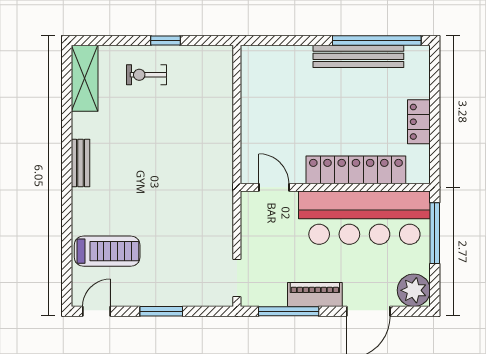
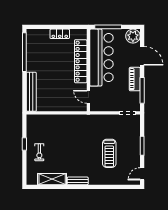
bench: (358, 56) -> (31, 92), moved
shelving: (85, 78) -> (52, 179), moved
door: (274, 187) -> (88, 97), hinge flipped
treadmill: (107, 251) -> (109, 153), moved, turned 180
door: (97, 311) -> (142, 174), hinge flipped

